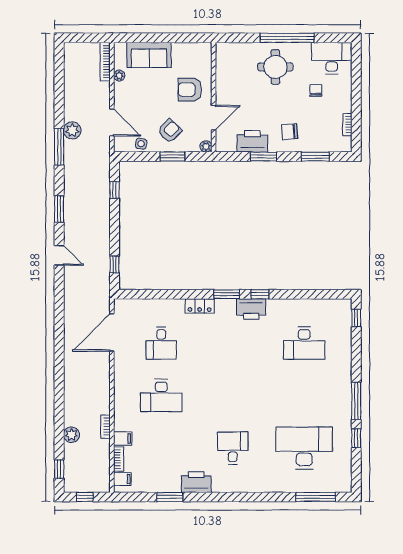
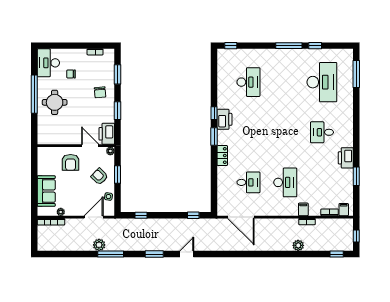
printer: (252, 141) -> (107, 134), moved
plant: (71, 435) -> (298, 245), moved
filing cabinet: (123, 439) -> (303, 209), moved
desk: (304, 448) -> (322, 82), turned 180

